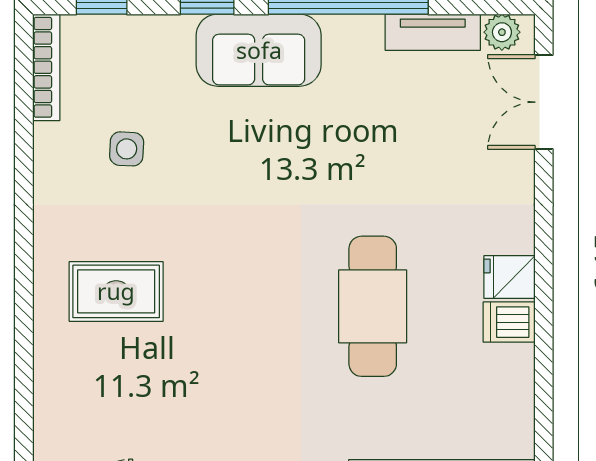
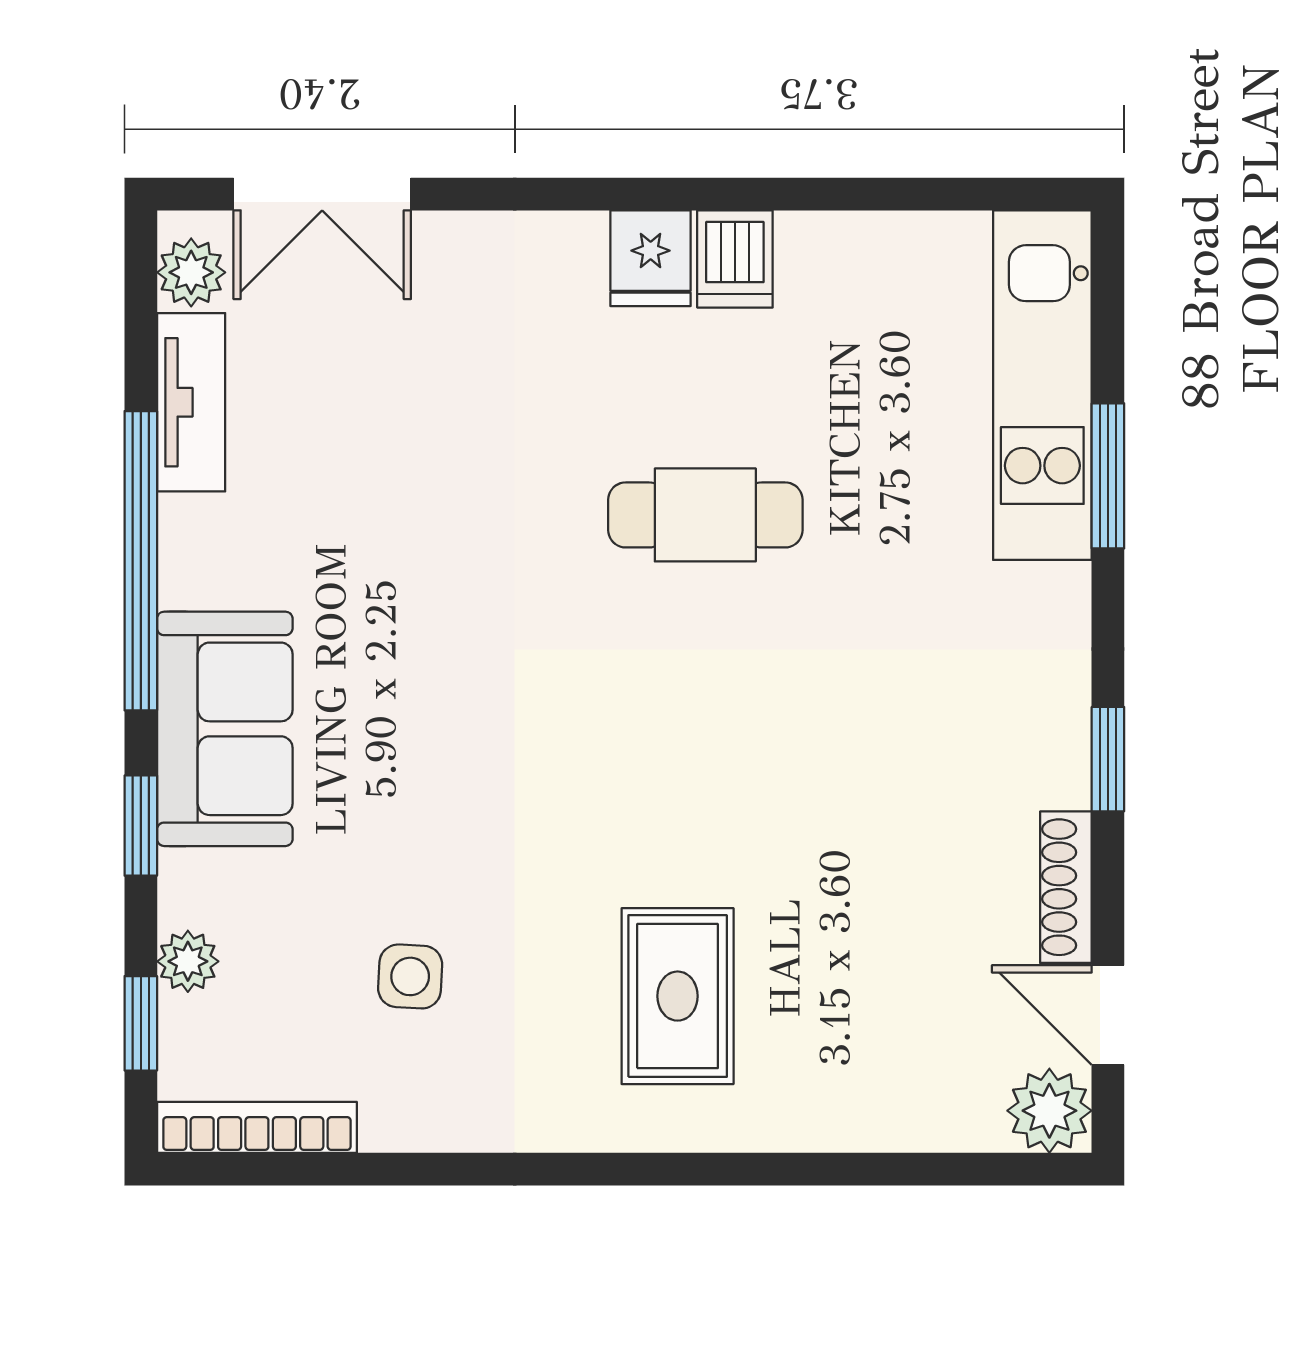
plant: (135, 30) -> (188, 961), added
cafe table: (373, 306) -> (705, 515), width x0.73, depth x0.74

